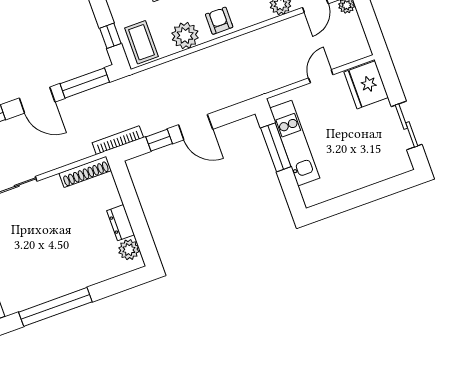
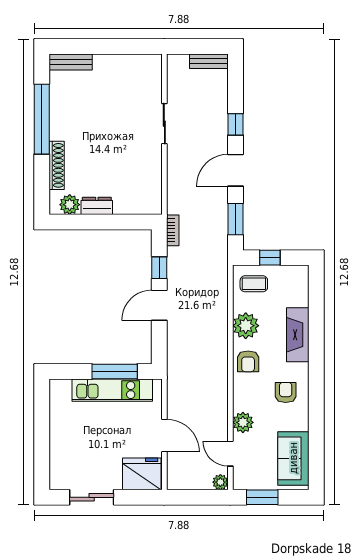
armchair: (219, 21) -> (248, 361), turned 90
coffee table: (141, 42) -> (254, 284), width x0.73, depth x0.77
door: (321, 76) -> (164, 436), width x1.38
window: (85, 83) -> (236, 219), width x0.69
bookcase: (118, 140) -> (173, 230), width x0.64
shoe rack: (85, 172) -> (57, 165), moved, turned 180

